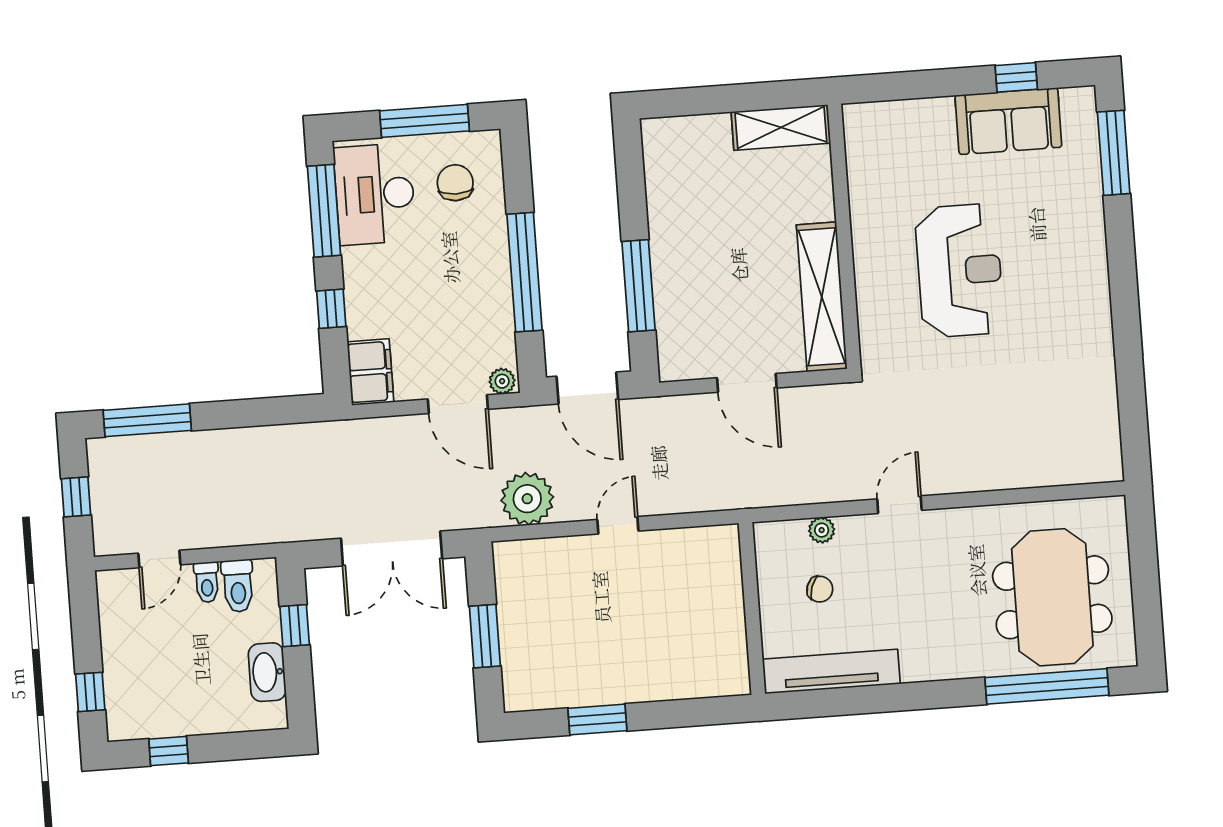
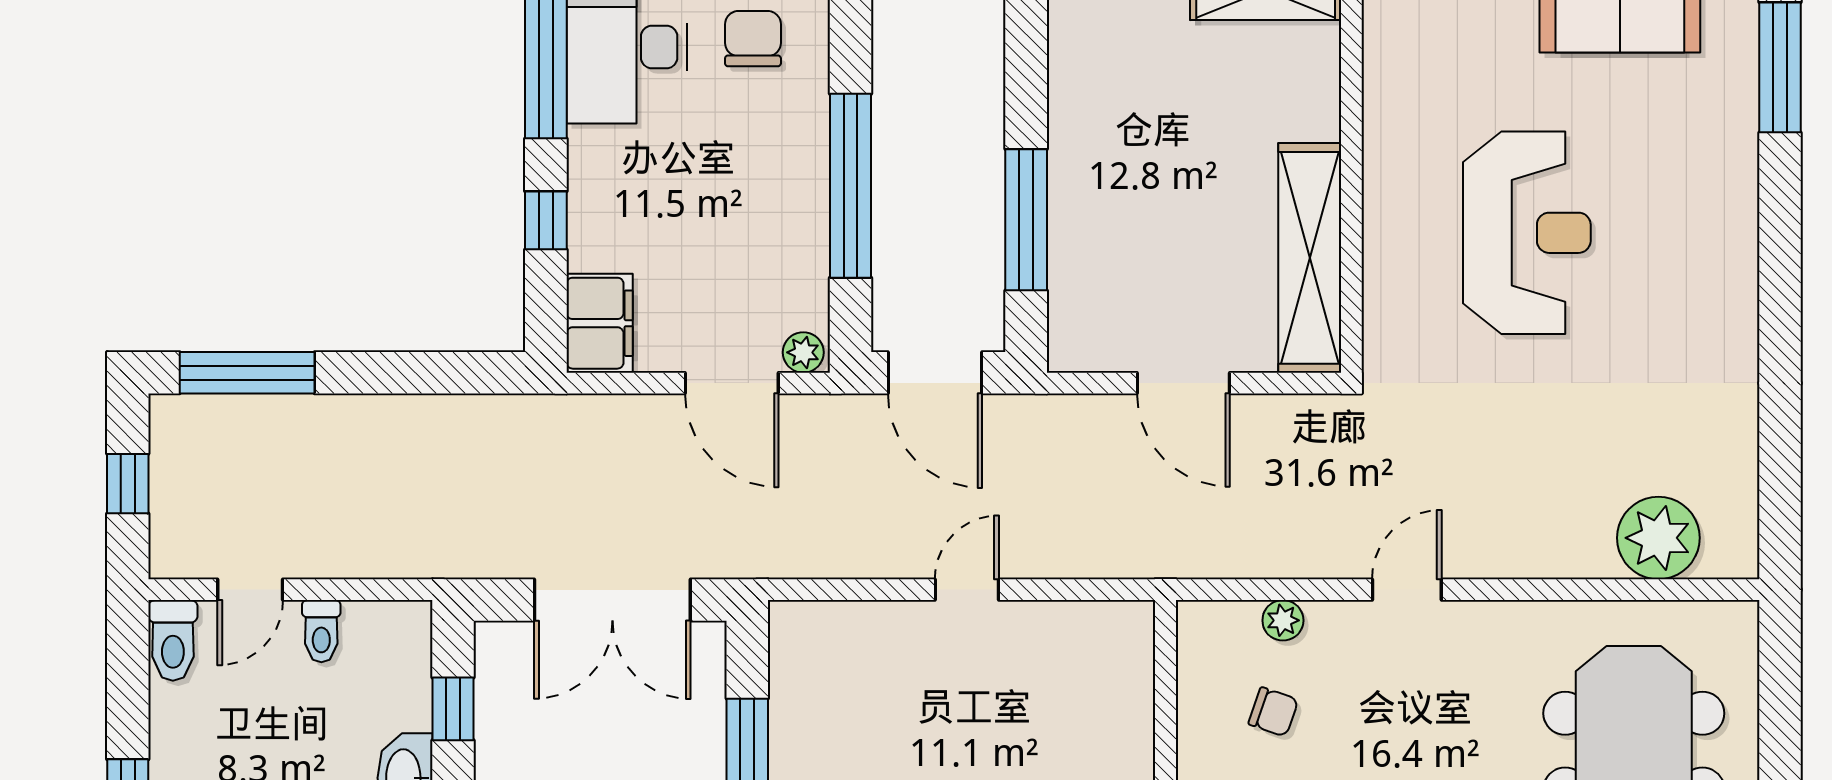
plant: (527, 499) -> (1658, 538), moved
toilet: (238, 586) -> (173, 640), moved

